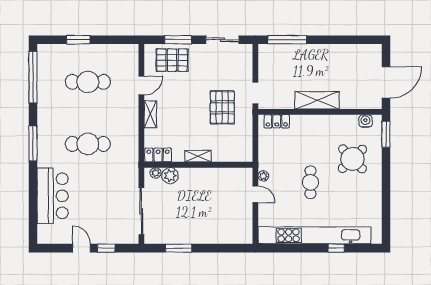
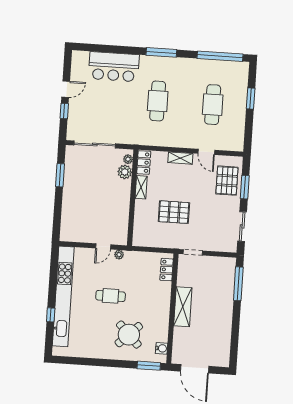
pallet: (222, 107) -> (174, 212), moved
shelving: (198, 156) -> (141, 187), moved

